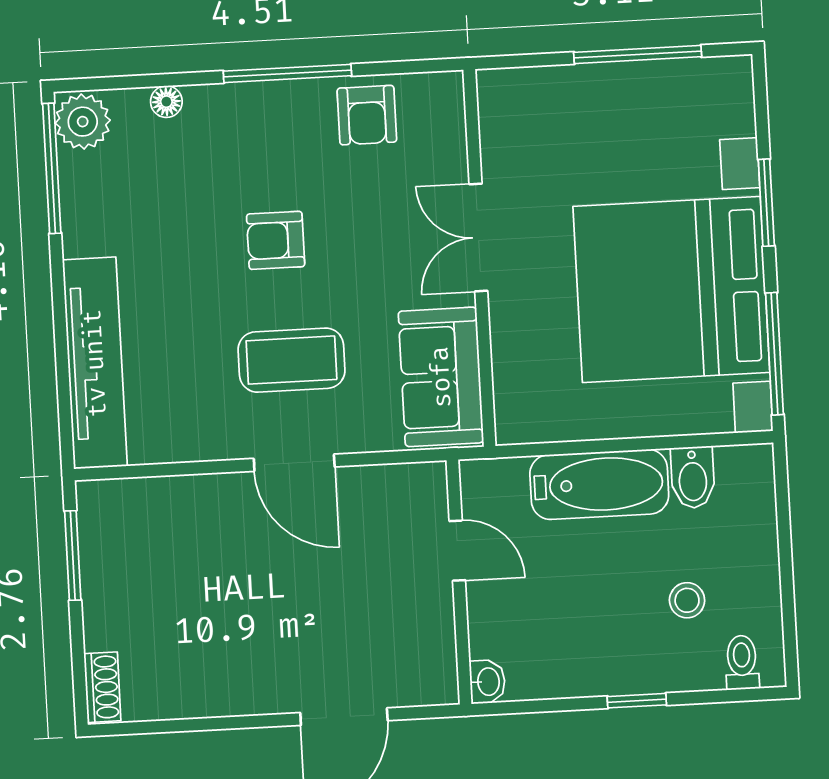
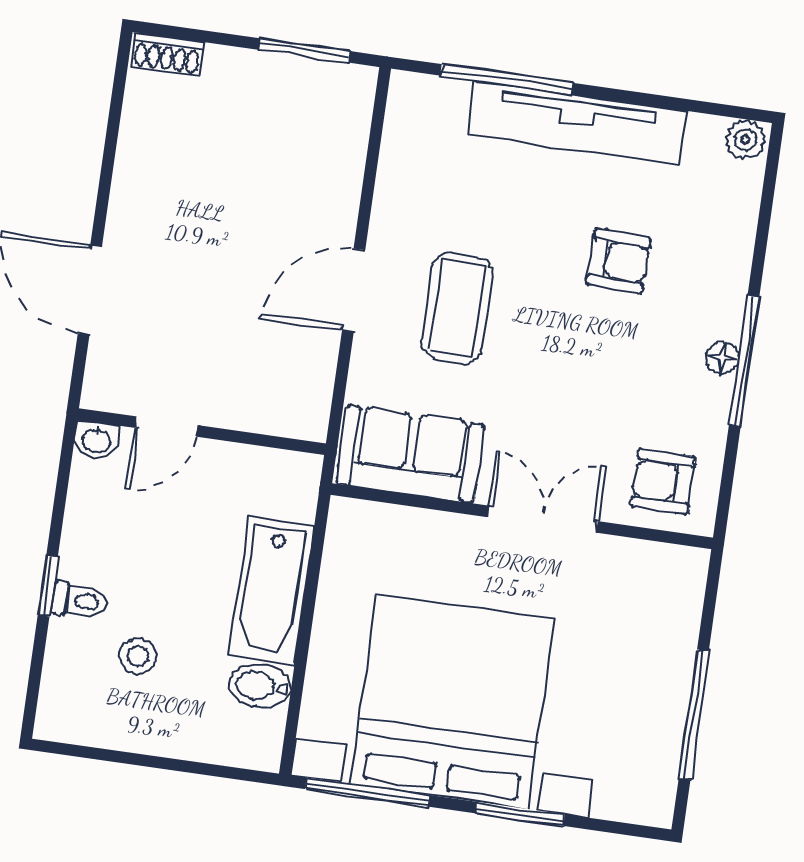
floor lamp: (166, 102) -> (722, 358), moved
armchair: (367, 115) -> (663, 482), moved
plant: (83, 122) -> (745, 140), width x0.73, depth x0.73
window: (52, 168) -> (507, 79), moved
armchair: (276, 240) -> (619, 261), moved, turned 92
tv unit: (95, 363) -> (577, 123), moved
door: (457, 551) -> (166, 427), moved
toilet: (742, 662) -> (79, 600), moved

